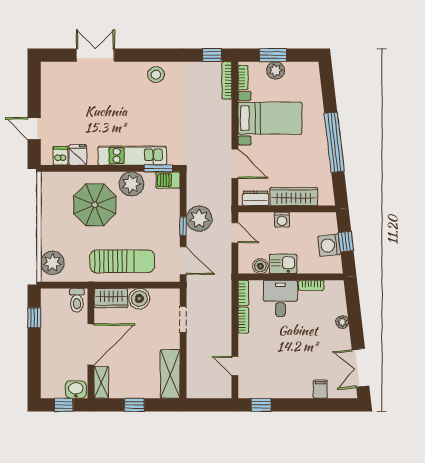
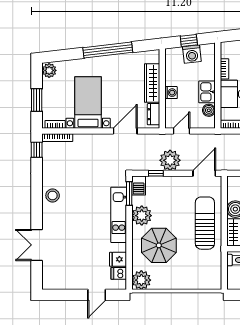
plant: (276, 70) -> (49, 70), moved
window: (183, 226) -> (156, 173), moved
plant: (52, 263) -> (141, 280), moved

